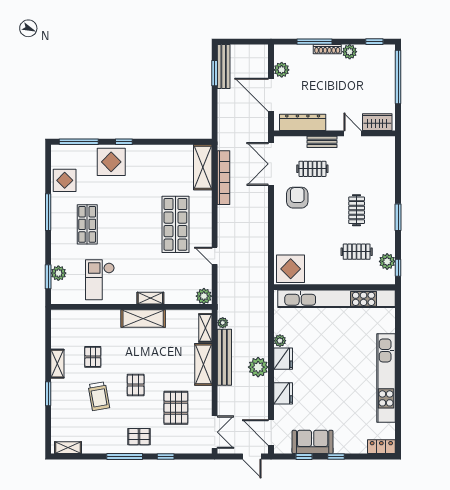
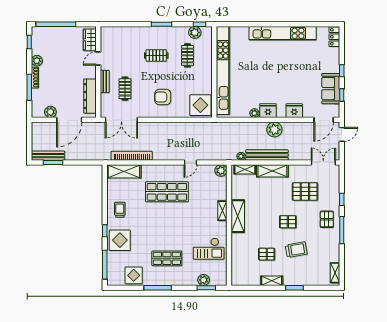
trolley: (152, 162) -> (120, 210), added
armchair: (297, 198) -> (163, 97), moved

